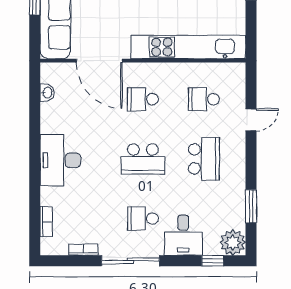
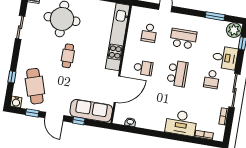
school desk: (143, 99) -> (143, 68), turned -90
desk: (60, 160) -> (181, 123), moved

